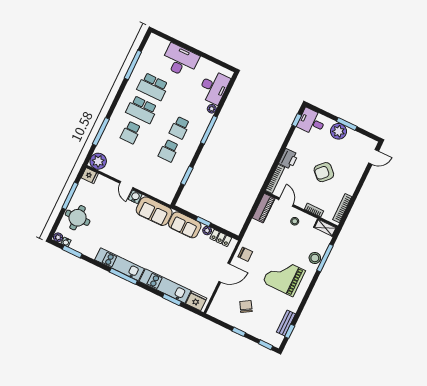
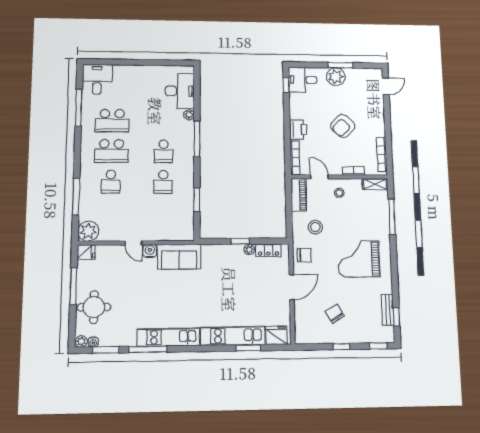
desk: (180, 61) -> (97, 79), moved, width x0.73
sofa: (185, 225) -> (221, 255), removed
stool: (315, 258) -> (315, 227), moved
window: (123, 276) -> (148, 349), moved

